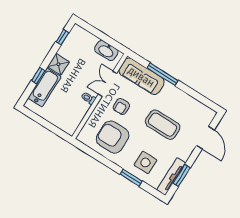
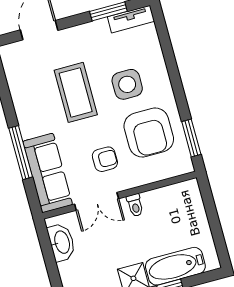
side table: (145, 162) -> (127, 84), moved
tv unit: (171, 176) -> (131, 19), width x0.71
window: (131, 178) -> (191, 138), moved

